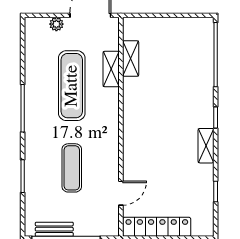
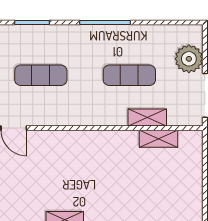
plant: (56, 24) -> (189, 59), width x1.88, depth x1.88
exercise mat: (72, 86) -> (129, 75), width x0.73, depth x0.69

